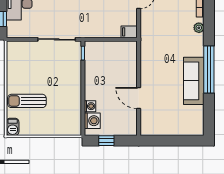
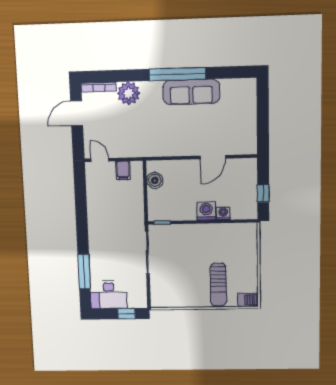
plant: (199, 28) -> (129, 93), width x1.87, depth x1.87
filing cabinet: (129, 32) -> (123, 170), moved
boiler: (120, 48) -> (155, 180), added
washing machine: (92, 121) -> (206, 211), moved

